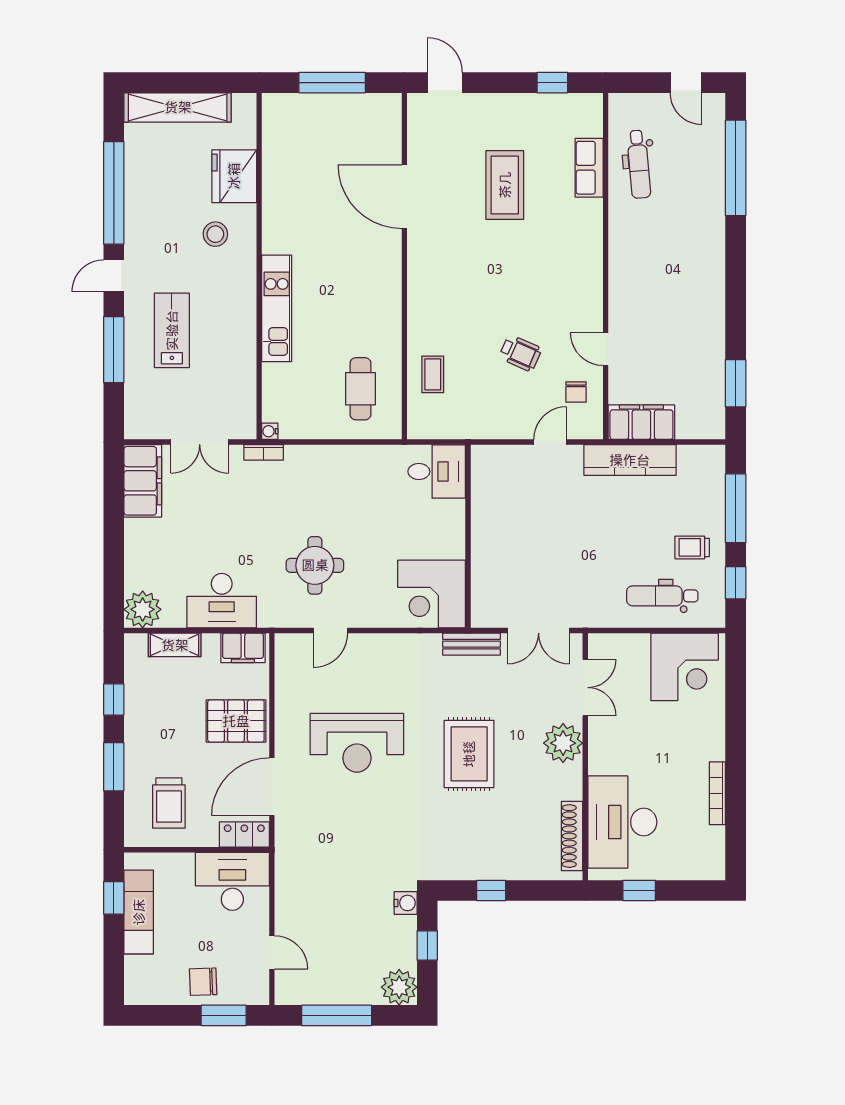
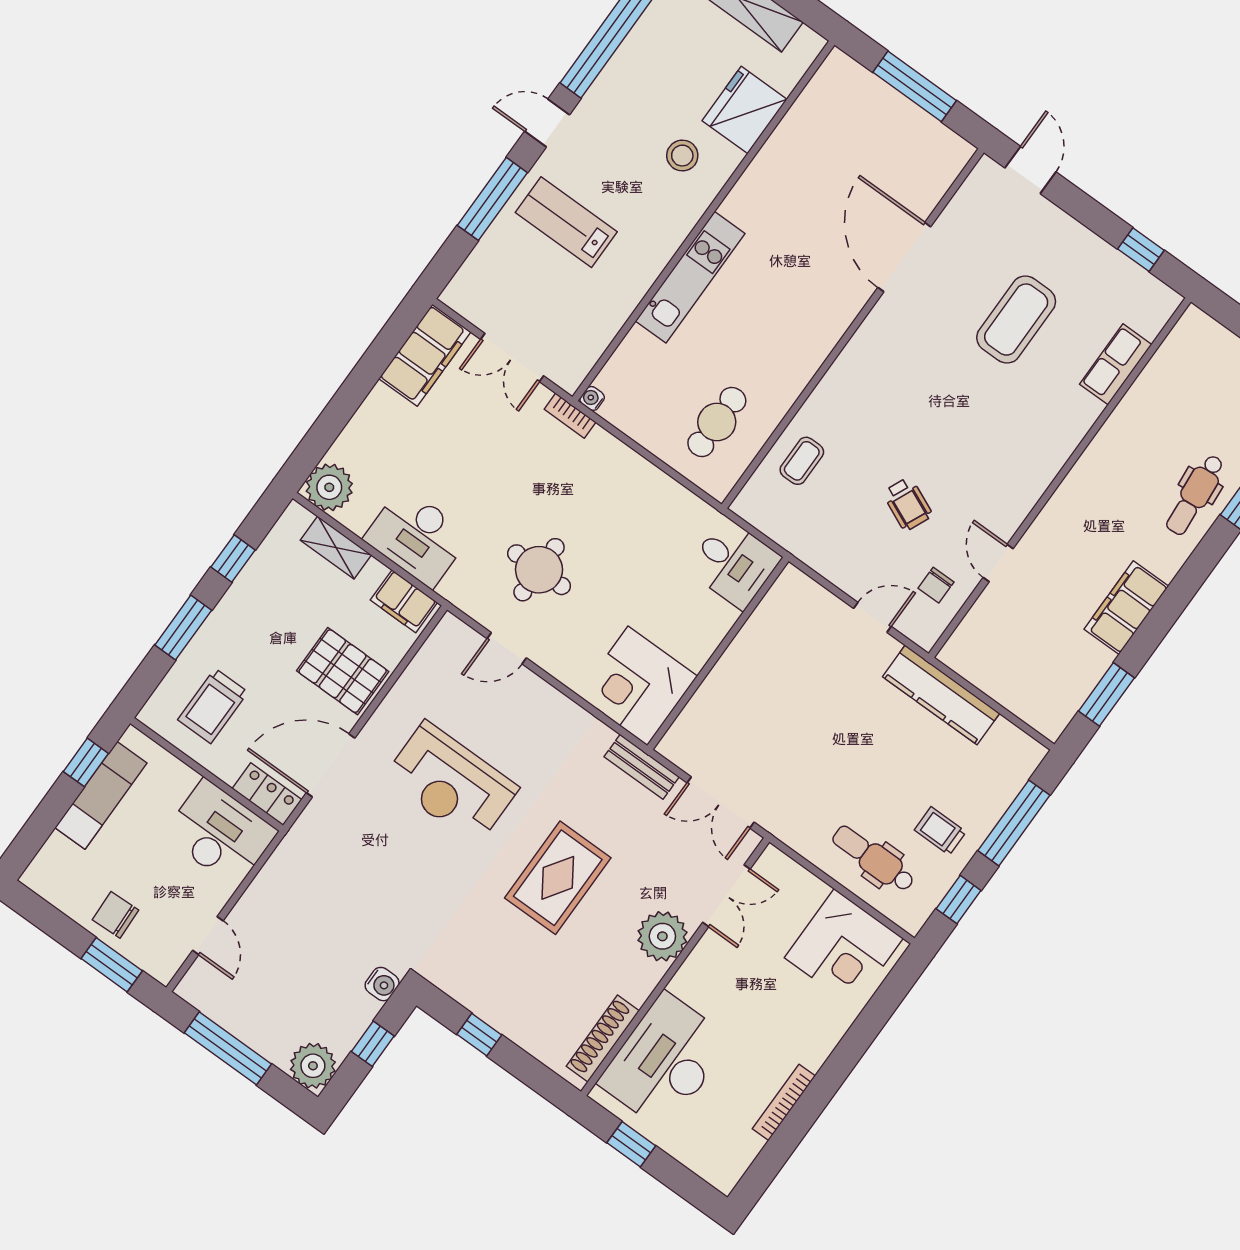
dental chair: (639, 164) -> (1195, 495), moved
lab bench: (172, 330) -> (566, 222), turned -90
filing cabinet: (641, 422) -> (1126, 608), moved, turned -90

